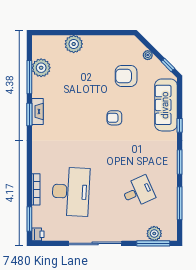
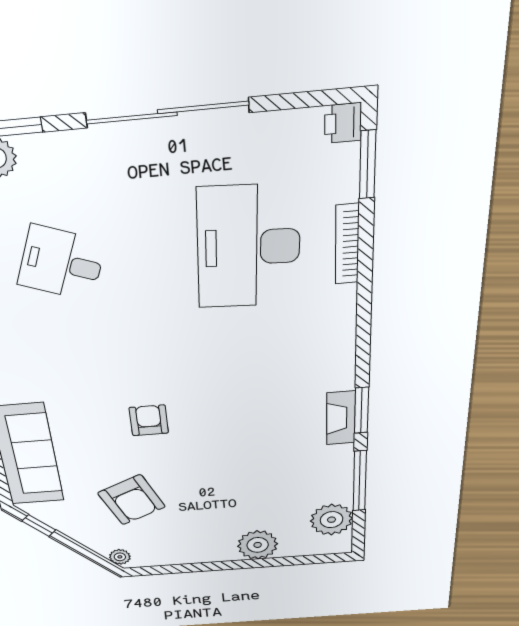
plant: (148, 55) -> (120, 557), moved
plant: (41, 68) -> (332, 520), moved
armchair: (126, 76) -> (132, 500), turned 66
armchair: (114, 118) -> (149, 420), turned -90
desk: (138, 192) -> (62, 263), turned 45

